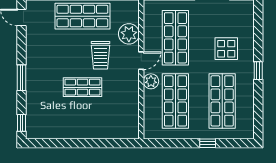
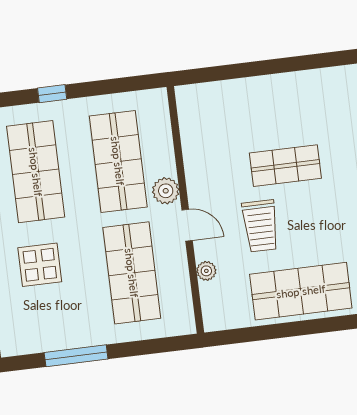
plant: (129, 34) -> (206, 271), width x0.53, depth x0.53
trolley: (100, 55) -> (260, 226), turned 180
door: (141, 61) -> (187, 225), swing flipped

